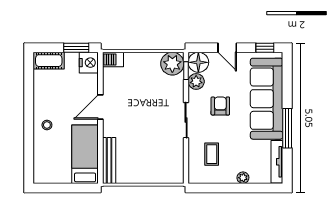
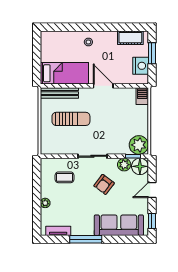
window: (76, 48) -> (152, 53), moved
cot: (49, 61) -> (130, 38), moved, turned 90
nightstand: (89, 63) -> (141, 66), moved, turned -90
sofa: (267, 99) -> (119, 225), width x0.74, depth x0.79
armchair: (220, 106) -> (104, 184), turned 127
sun lounger: (141, 146) -> (71, 119), added
tv unit: (277, 162) -> (58, 231), width x0.71

